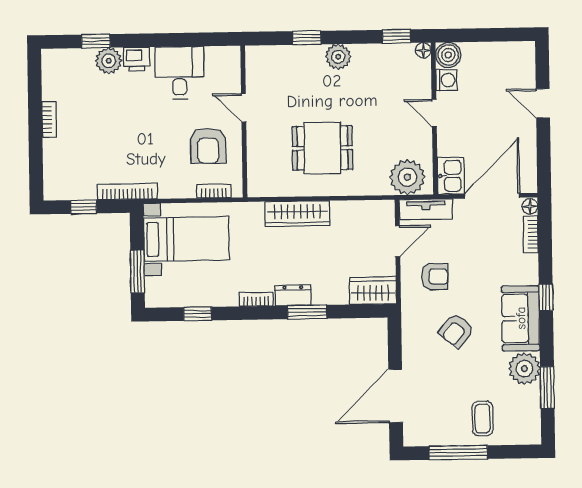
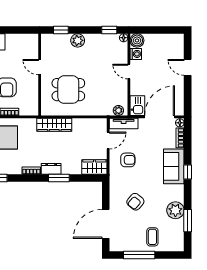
door: (244, 108) -> (40, 67), moved
wall: (244, 122) -> (40, 75), moved
plant: (407, 177) -> (118, 110), width x0.53, depth x0.53
sofa: (521, 318) -> (174, 166), moved
armchair: (456, 331) -> (135, 202), moved

